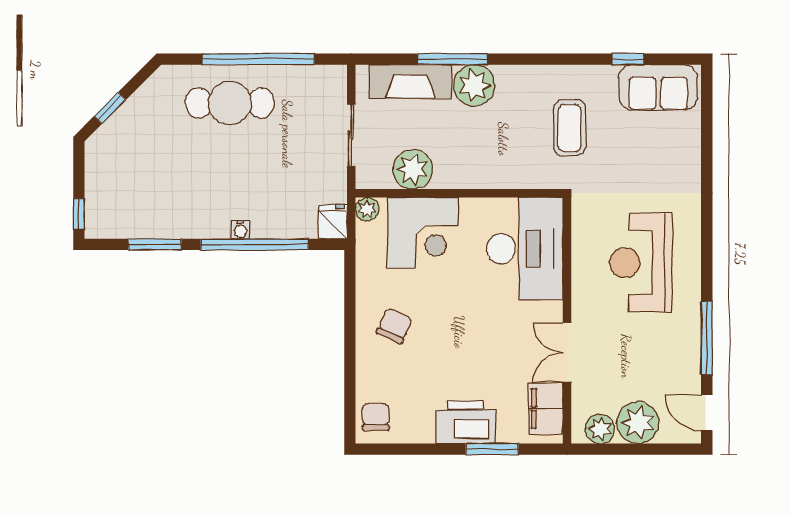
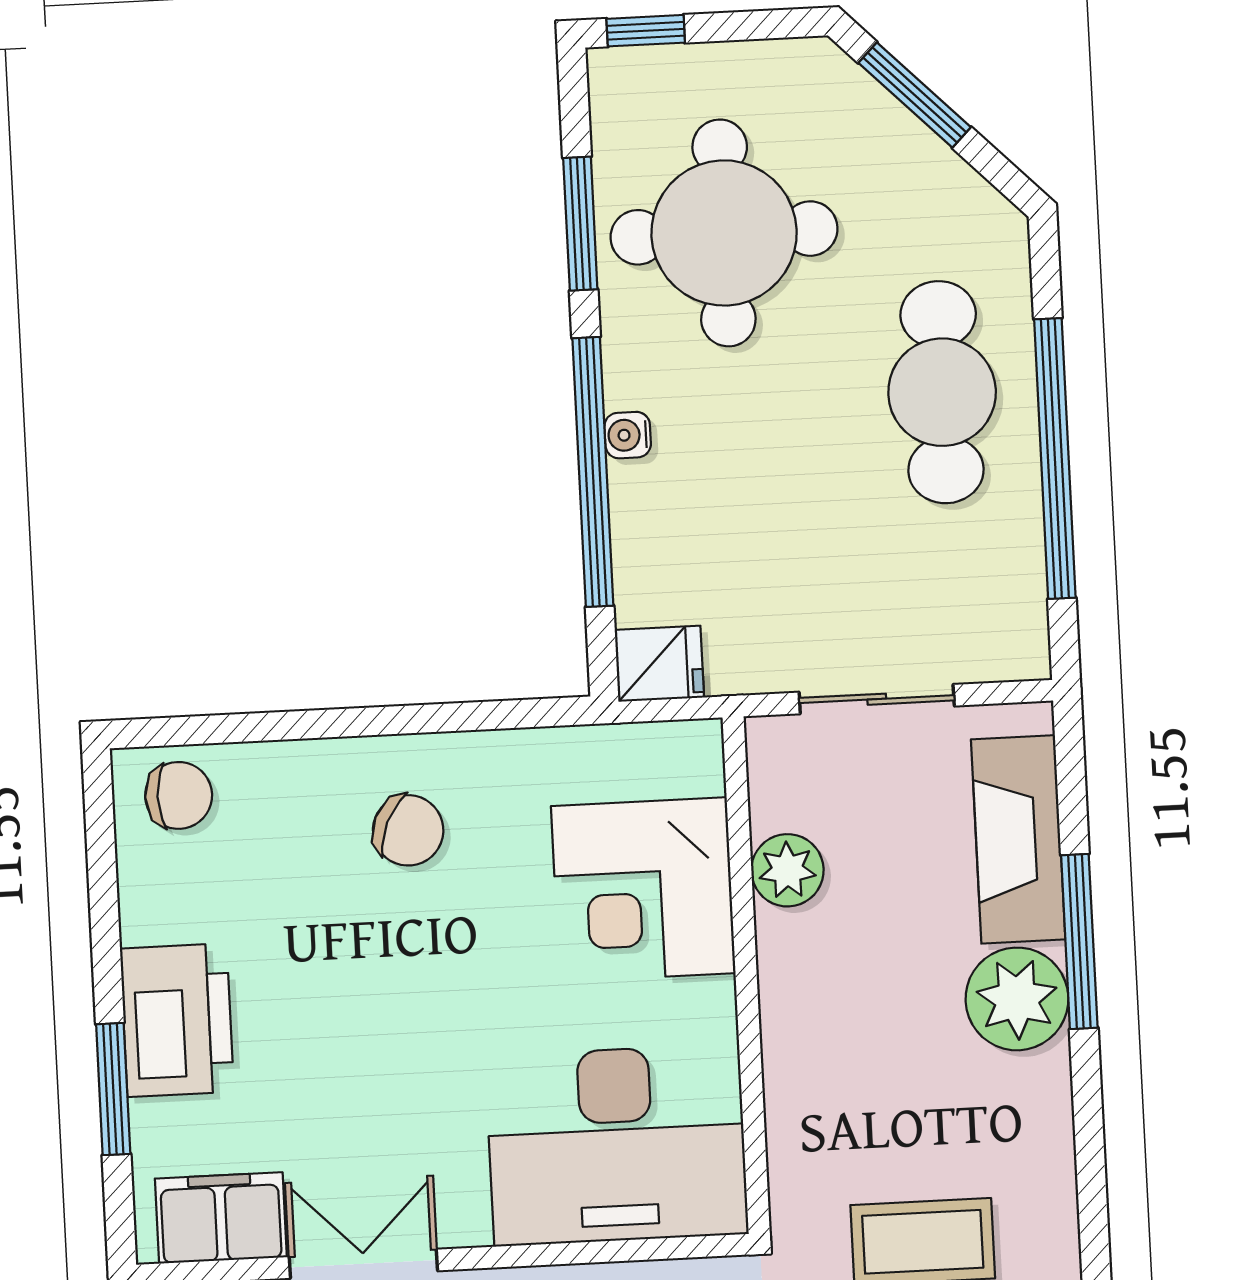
window: (110, 108) -> (915, 95), width x1.50
plant: (413, 169) -> (787, 870), width x0.73, depth x0.73
round table: (161, 187) -> (724, 233), added
plant: (367, 209) -> (695, 748), removed

